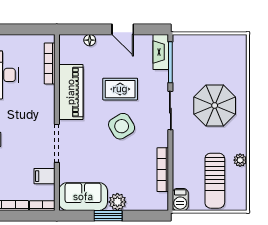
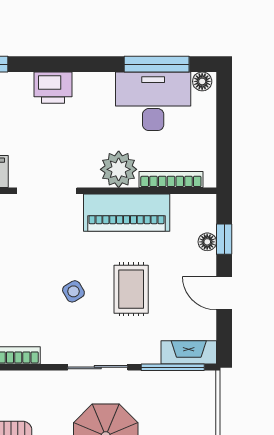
window: (88, 29) -> (224, 239), added
door: (123, 29) -> (224, 293), hinge flipped
plant: (43, 97) -> (119, 169), added
side table: (122, 126) -> (73, 291), width x0.54, depth x0.54

